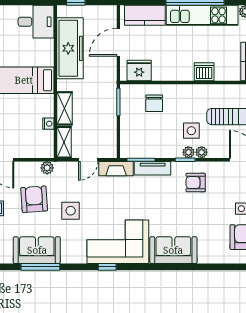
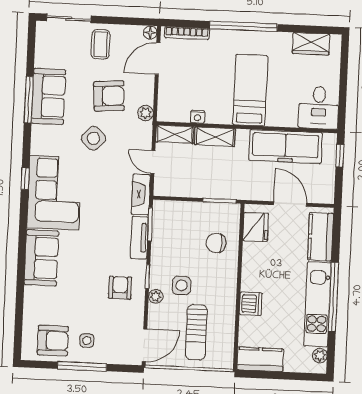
plant: (188, 152) -> (156, 281), removed
side table: (71, 211) -> (93, 138), turned 45

